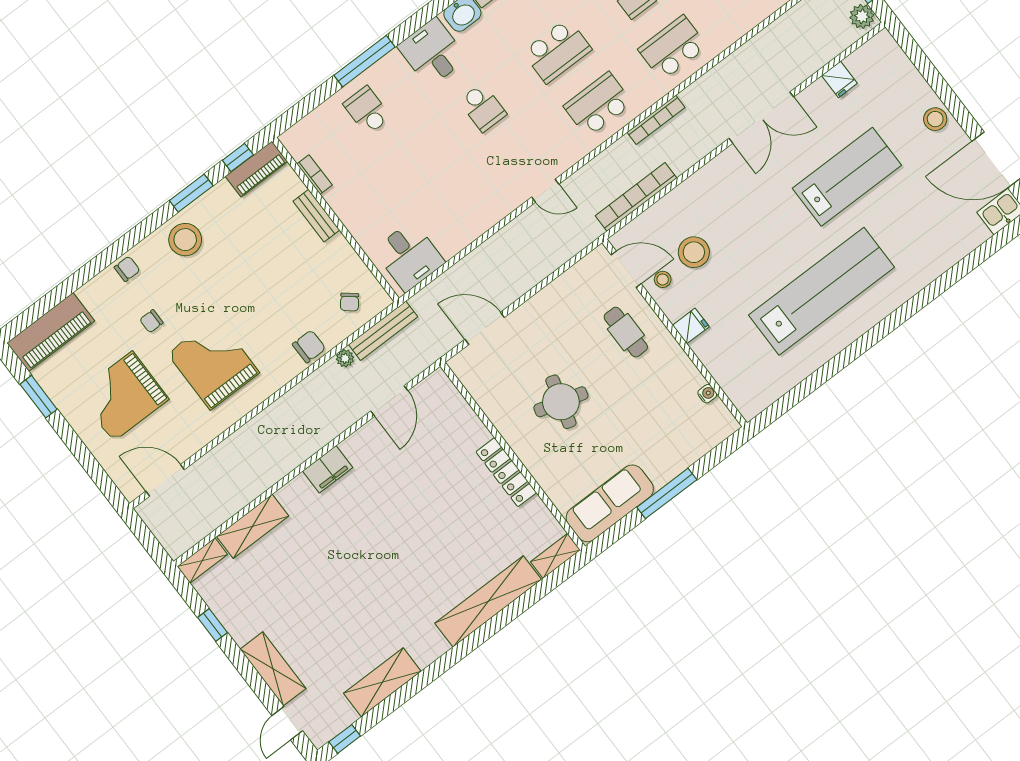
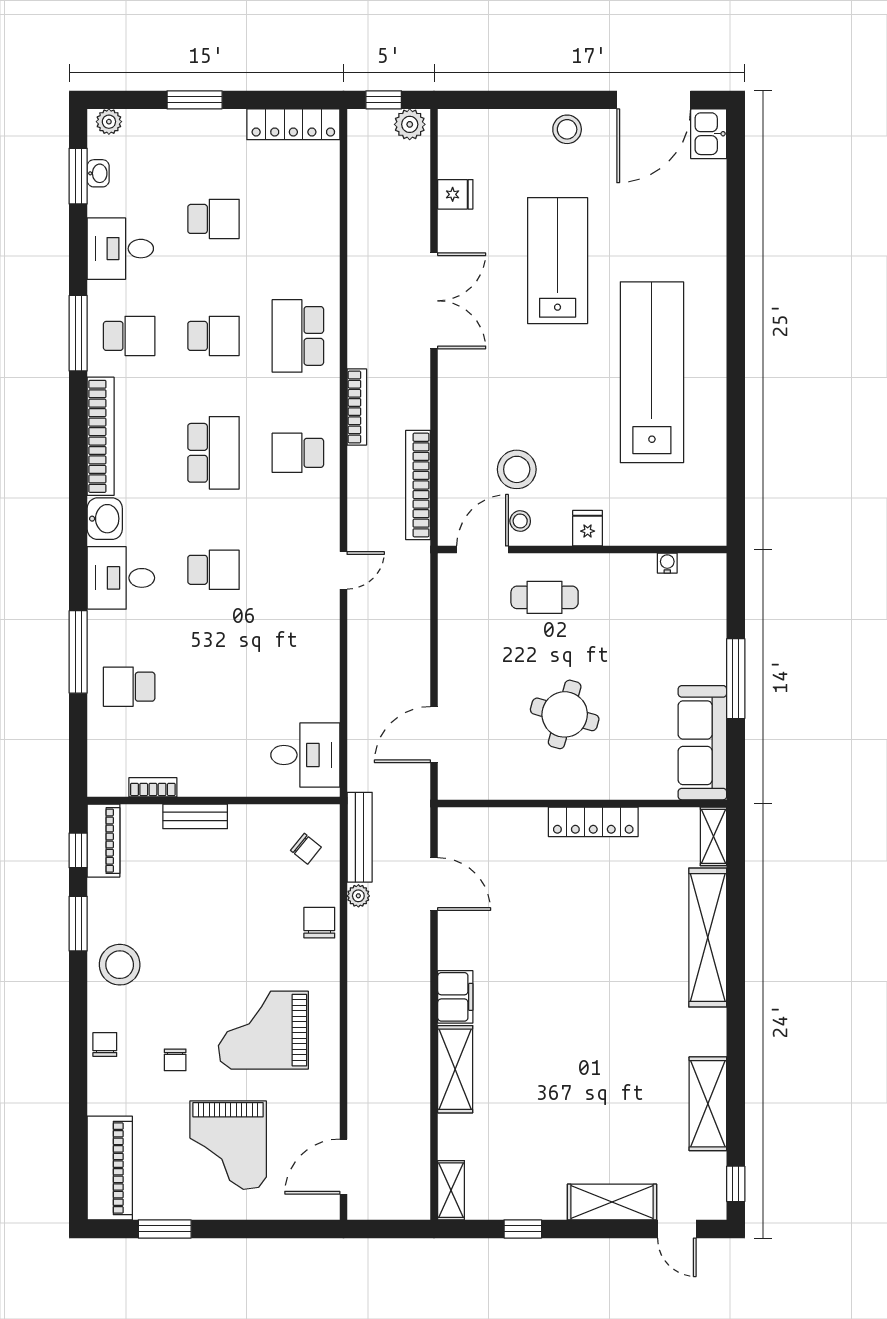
school desk: (598, 105) -> (298, 453), width x0.54
shelving: (253, 526) -> (455, 1069), moved

